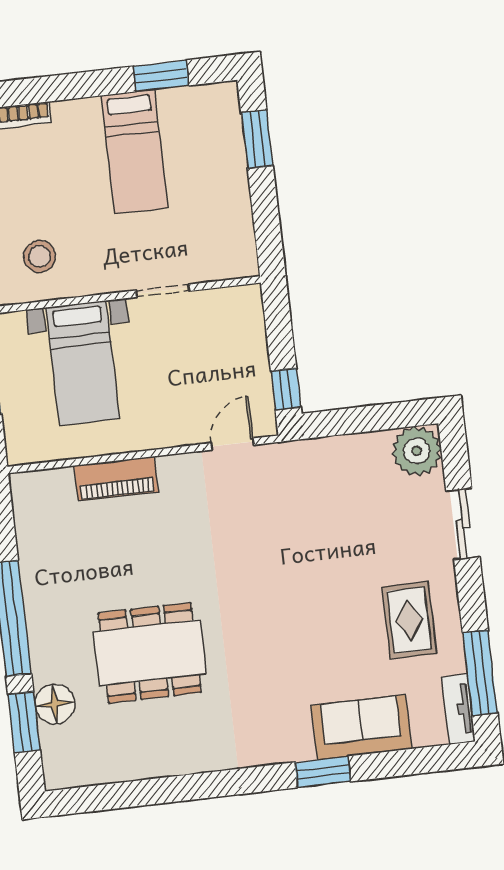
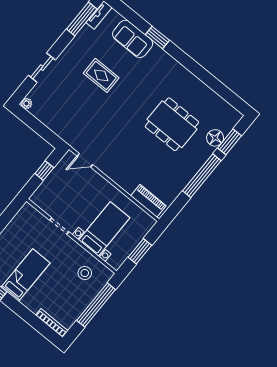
window: (286, 389) -> (44, 171), moved
plant: (417, 451) -> (26, 104), width x0.53, depth x0.53
piano: (116, 479) -> (148, 201), moved
rug: (409, 620) -> (101, 75), moved, turned 90

